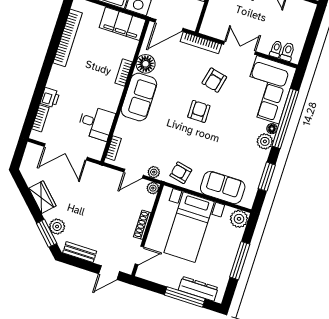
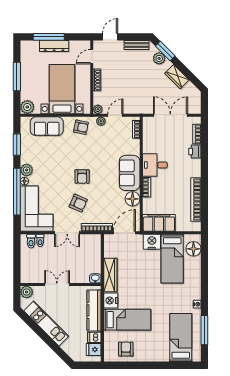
armchair: (214, 80) -> (78, 203), turned 101
desk: (96, 123) -> (155, 165), moved
dresser: (198, 289) -> (54, 46), moved

